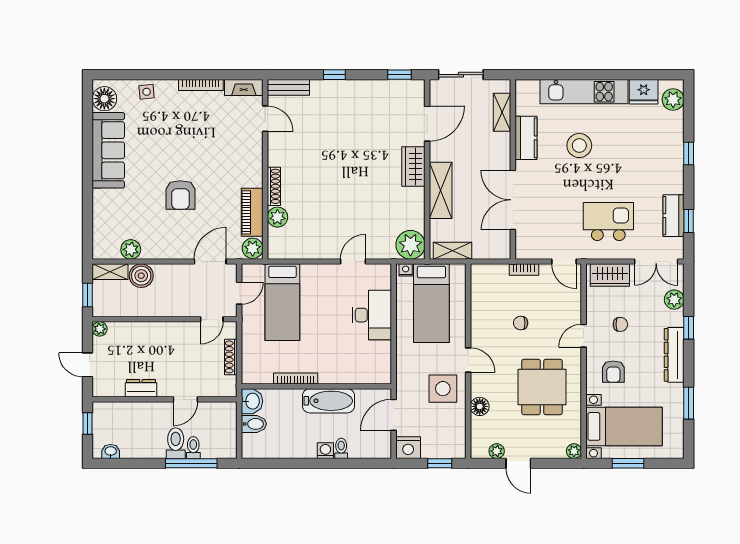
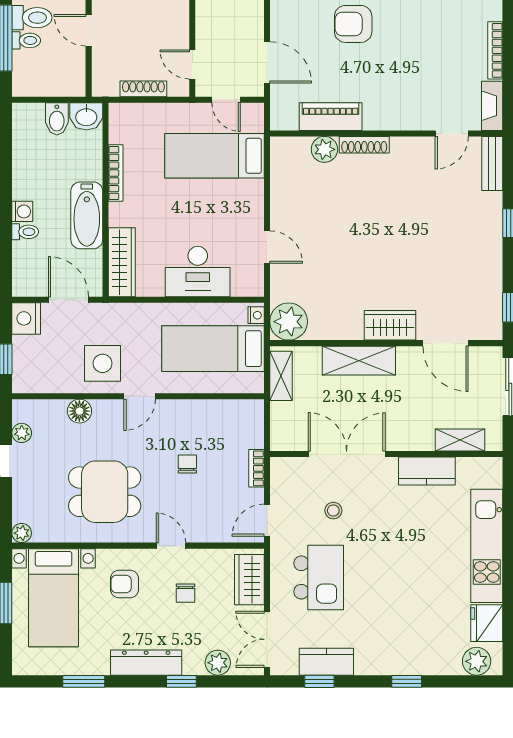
stool: (579, 145) -> (333, 511), moved, width x0.53, depth x0.53
plant: (253, 248) -> (284, 117), removed
wardrobe: (365, 374) -> (122, 262), added

